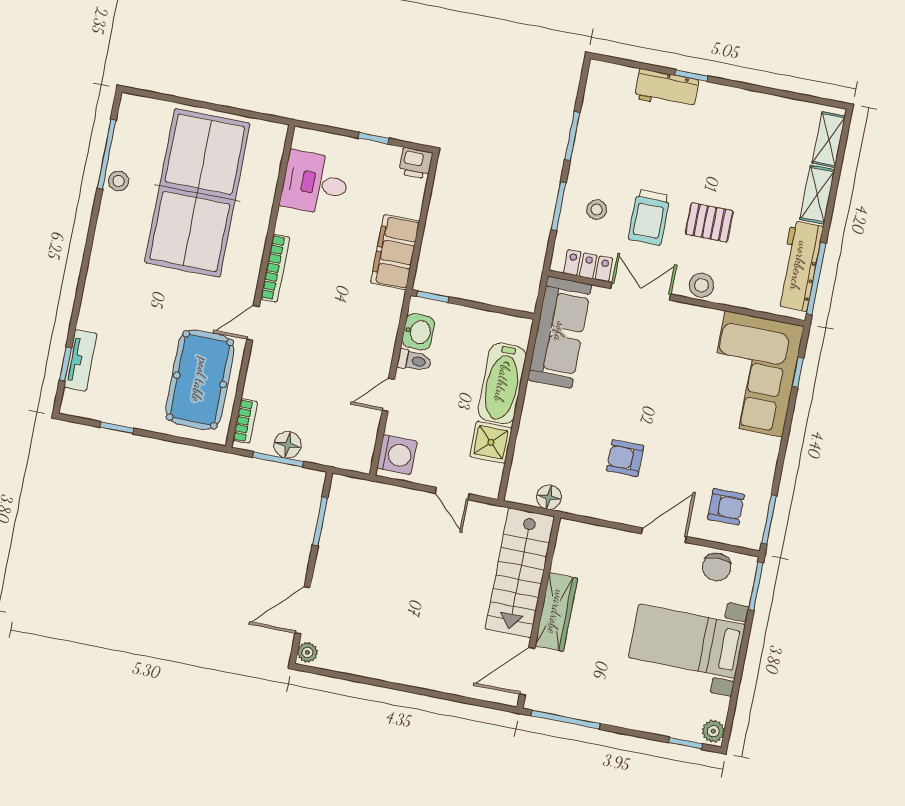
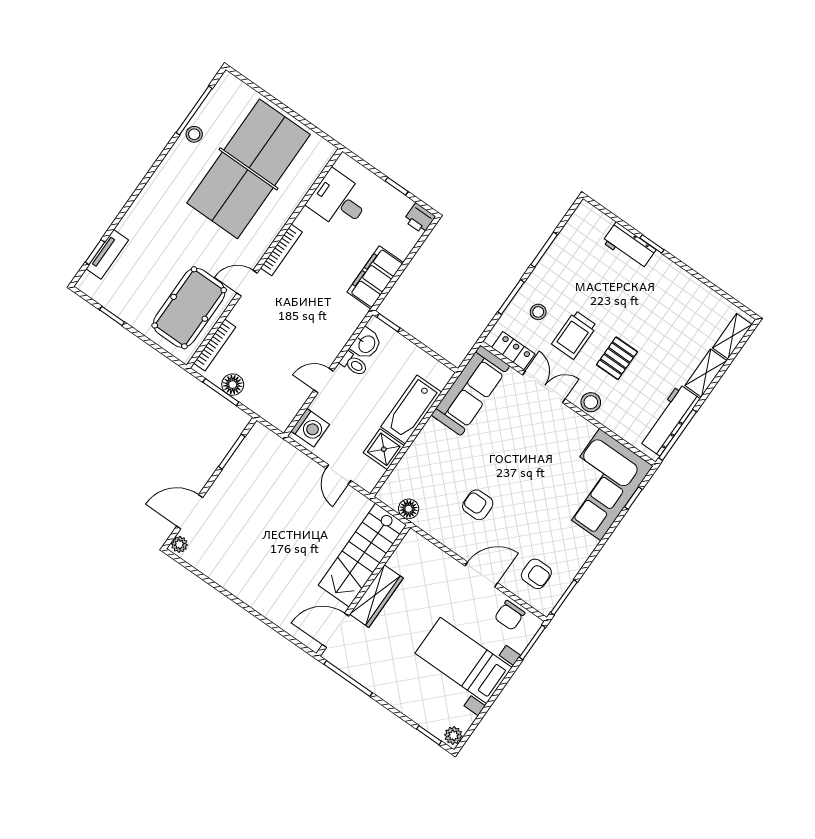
pallet: (709, 222) -> (617, 358), turned 90
bookcase: (245, 421) -> (215, 345), width x1.56

